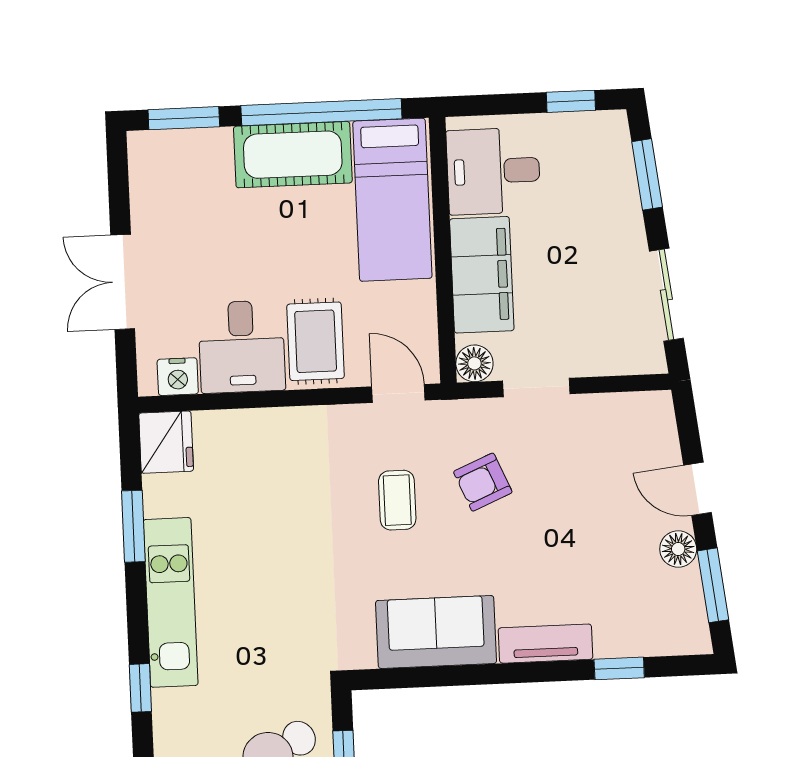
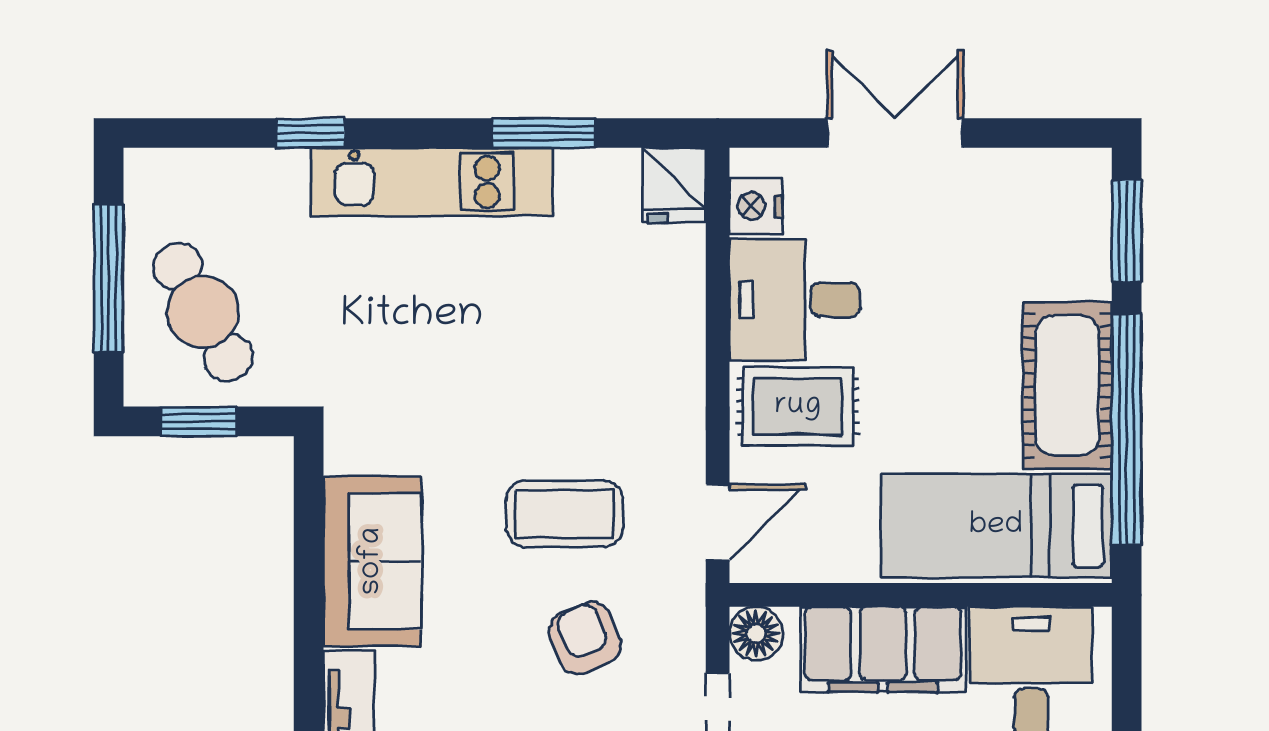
fridge: (166, 442) -> (674, 185), width x0.72
coffee table: (397, 500) -> (564, 514), width x1.36, depth x1.30

